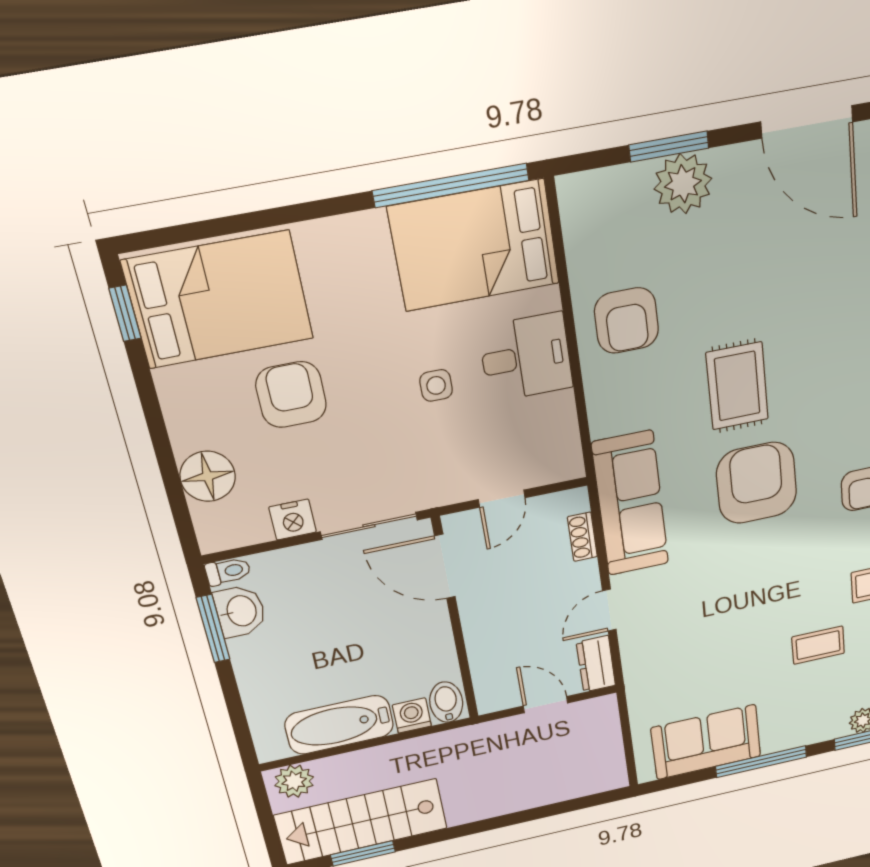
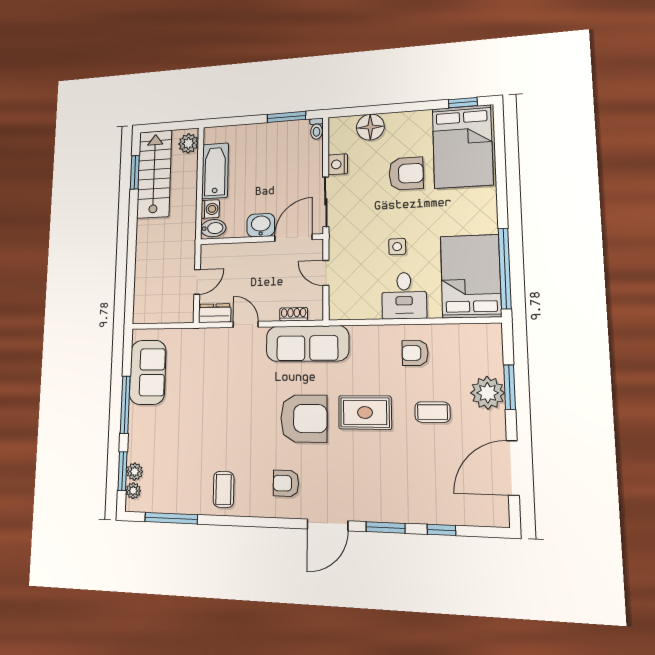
armchair: (627, 321) -> (415, 353), width x0.72, depth x0.72
washbasin: (240, 611) -> (261, 225), moved, turned 180
coffee table: (818, 645) -> (432, 412), moved, turned 90

